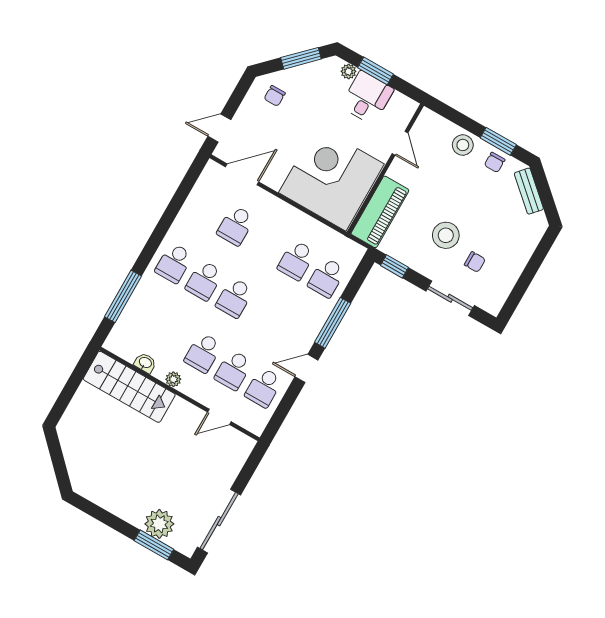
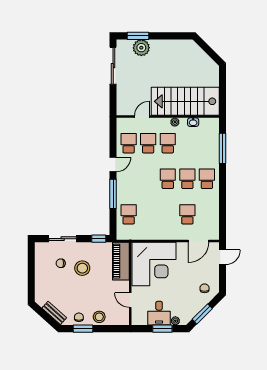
school desk: (296, 260) -> (148, 214), removed
stairs: (129, 387) -> (185, 101), width x1.36, depth x1.51

